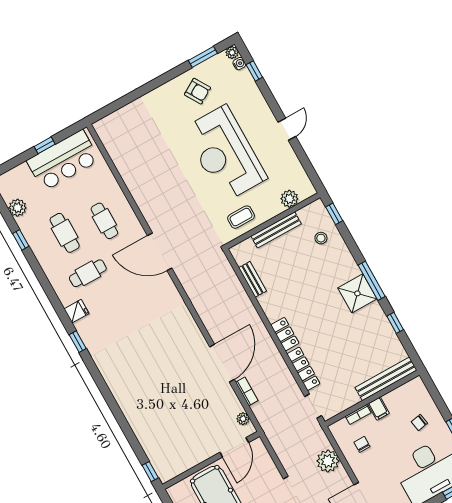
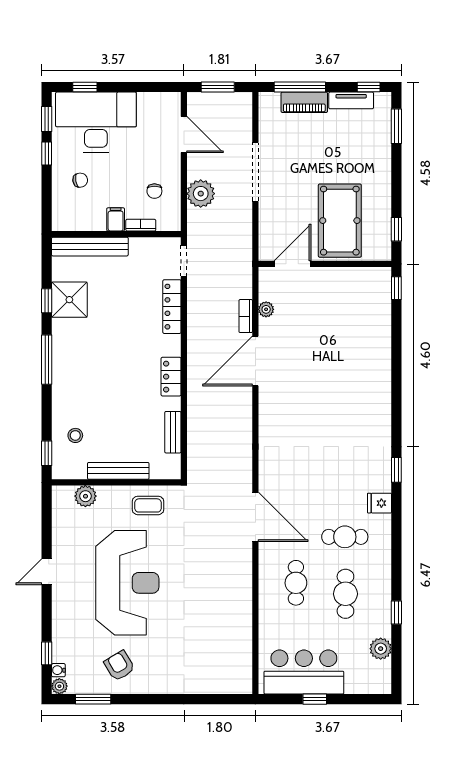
shower: (357, 293) -> (69, 300), moved
locker: (285, 334) -> (171, 377), moved
plant: (243, 419) -> (266, 309), moved

